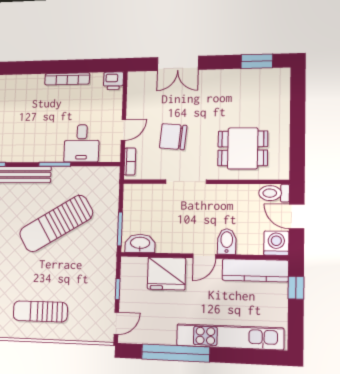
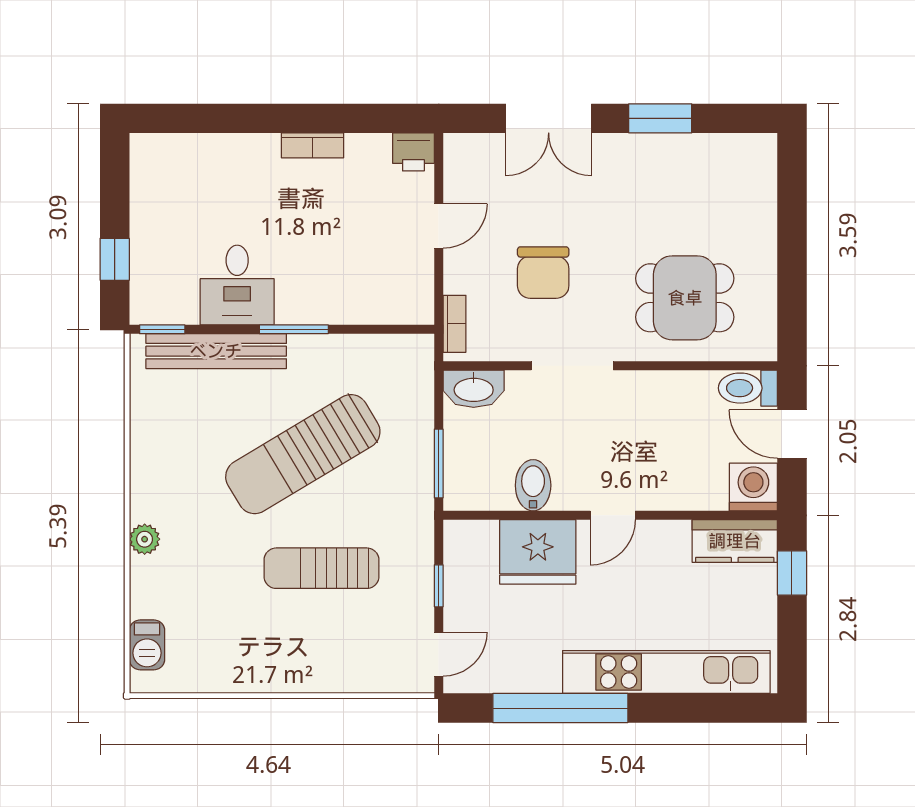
window: (257, 61) -> (660, 118), moved
bookcase: (67, 79) -> (313, 145), width x0.64
door: (123, 130) -> (439, 226), moved
chair: (173, 137) -> (543, 273), turned -95
desk: (82, 143) -> (237, 285), moved
bidet: (227, 241) -> (533, 485), moved
washbasin: (140, 243) -> (474, 389), moved, turned 180
kitchen counter: (255, 270) -> (735, 541), width x0.67
sun lounger: (40, 311) -> (321, 568), moved

